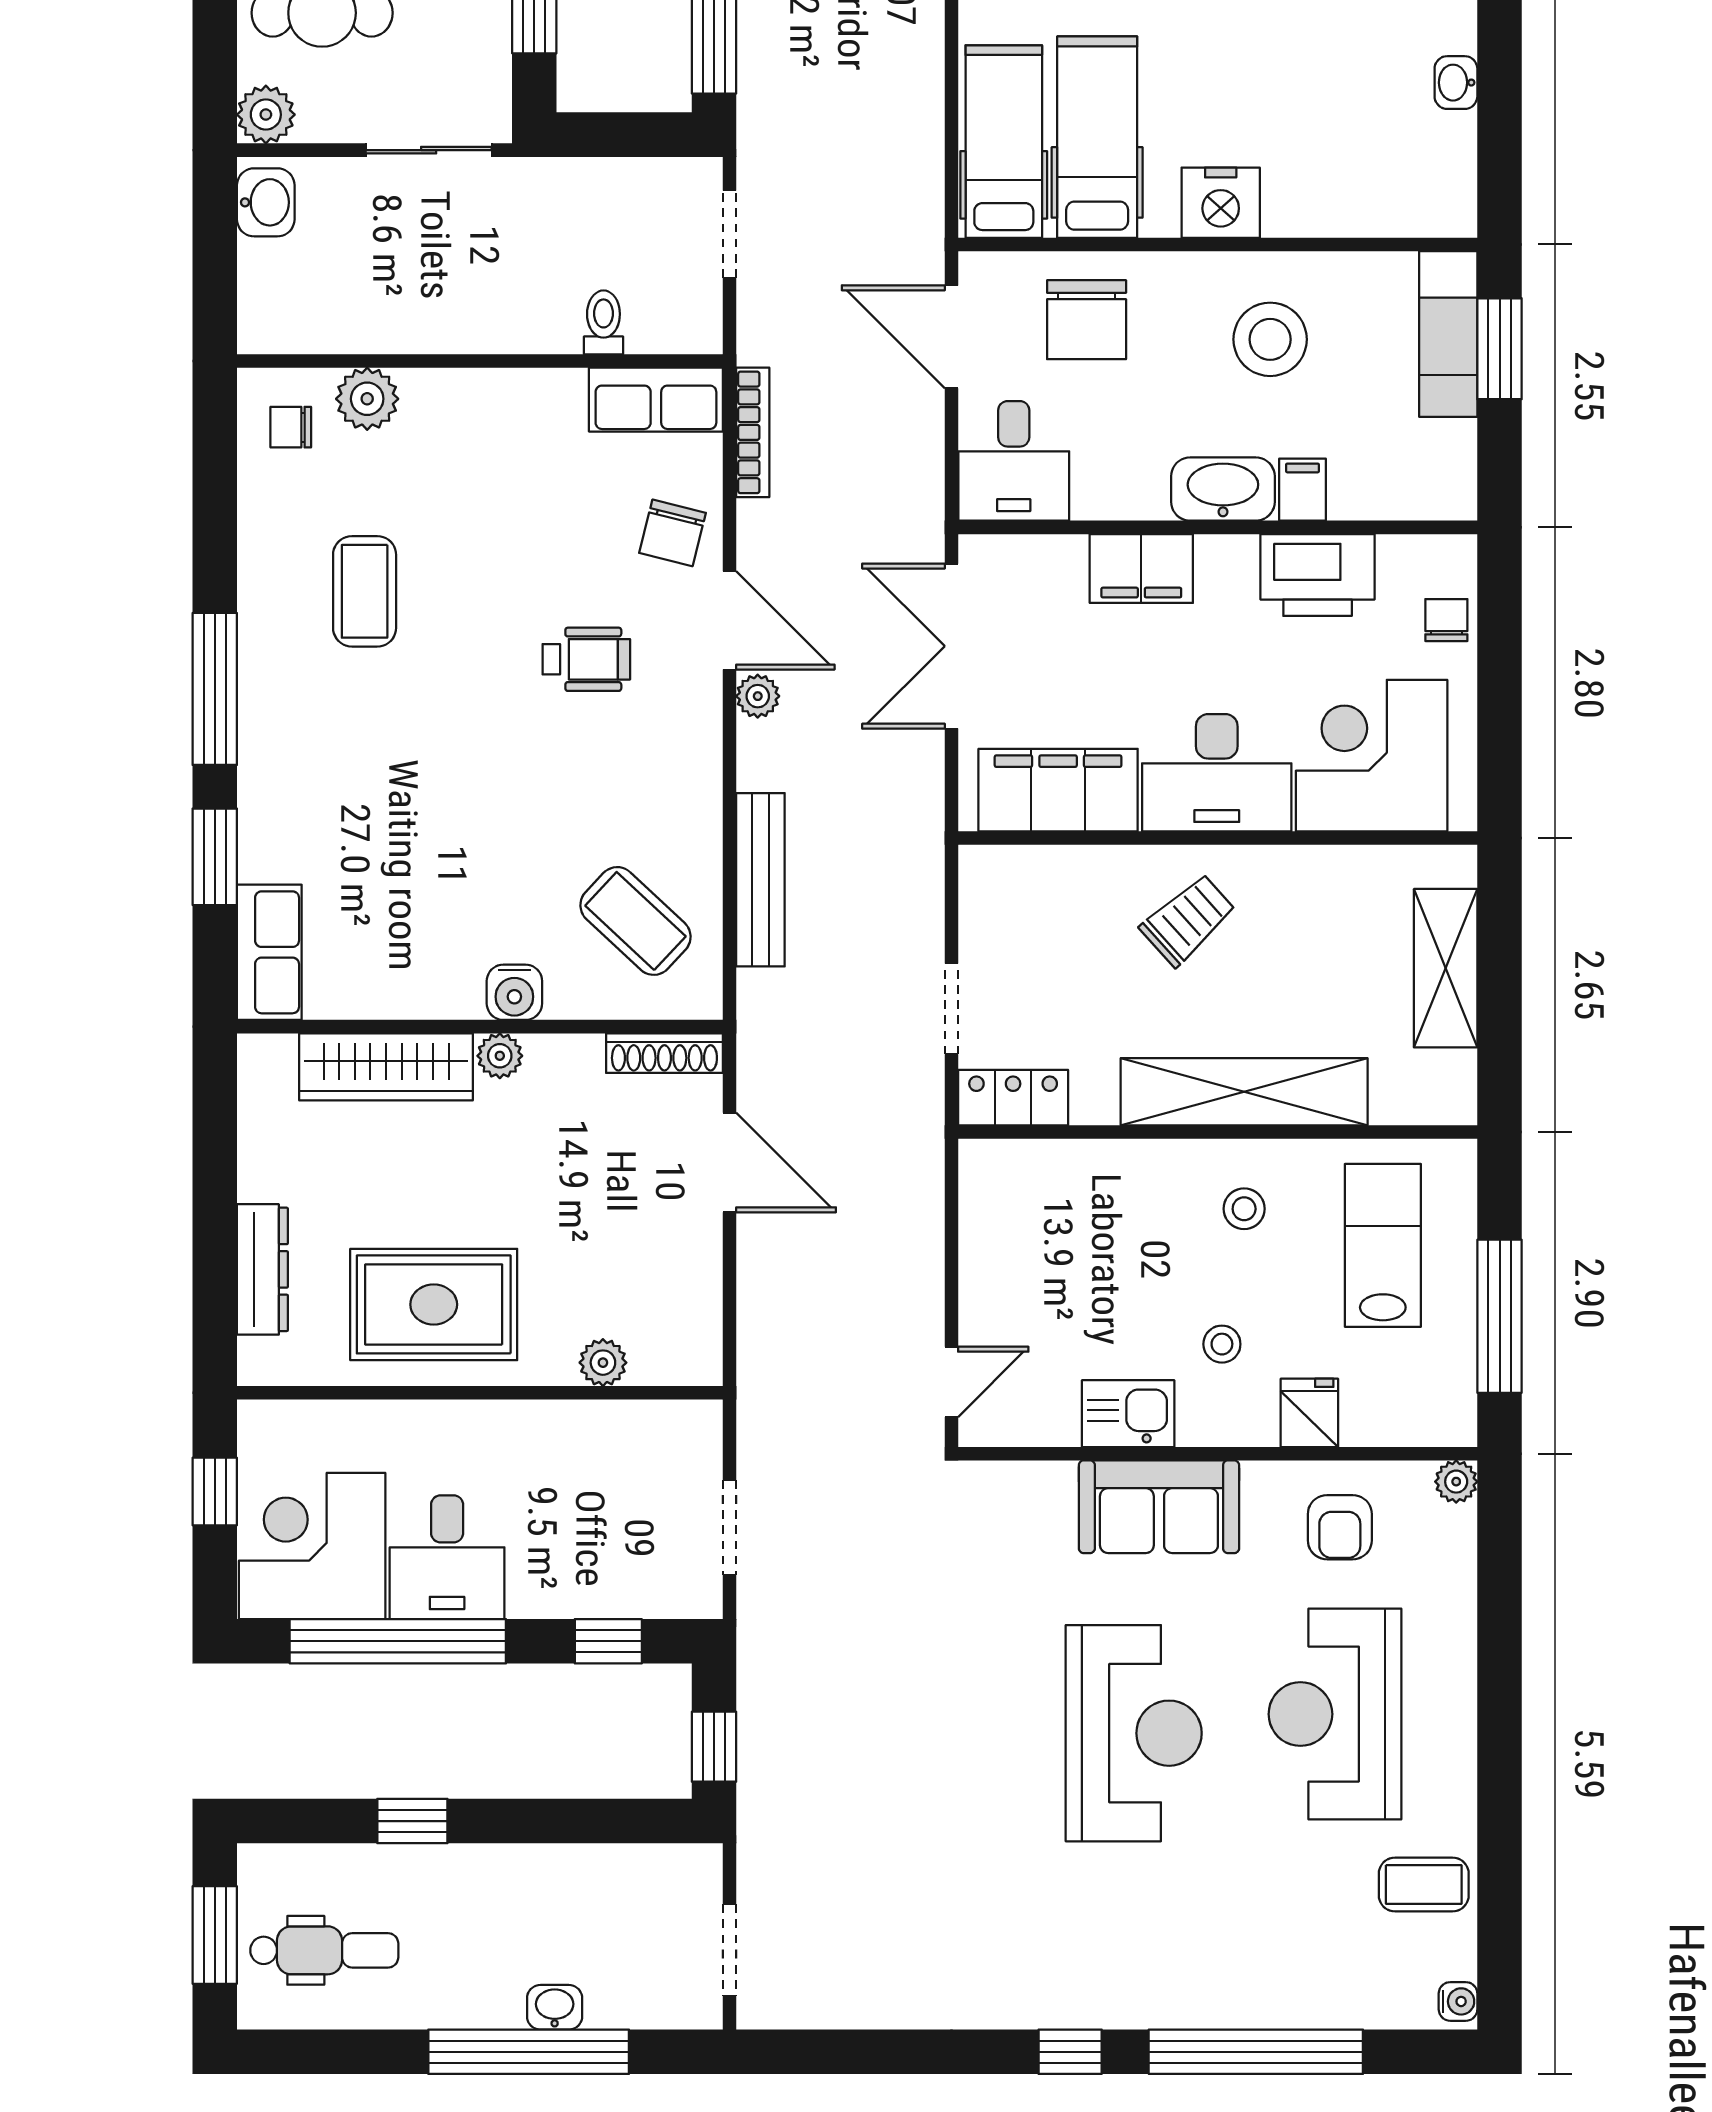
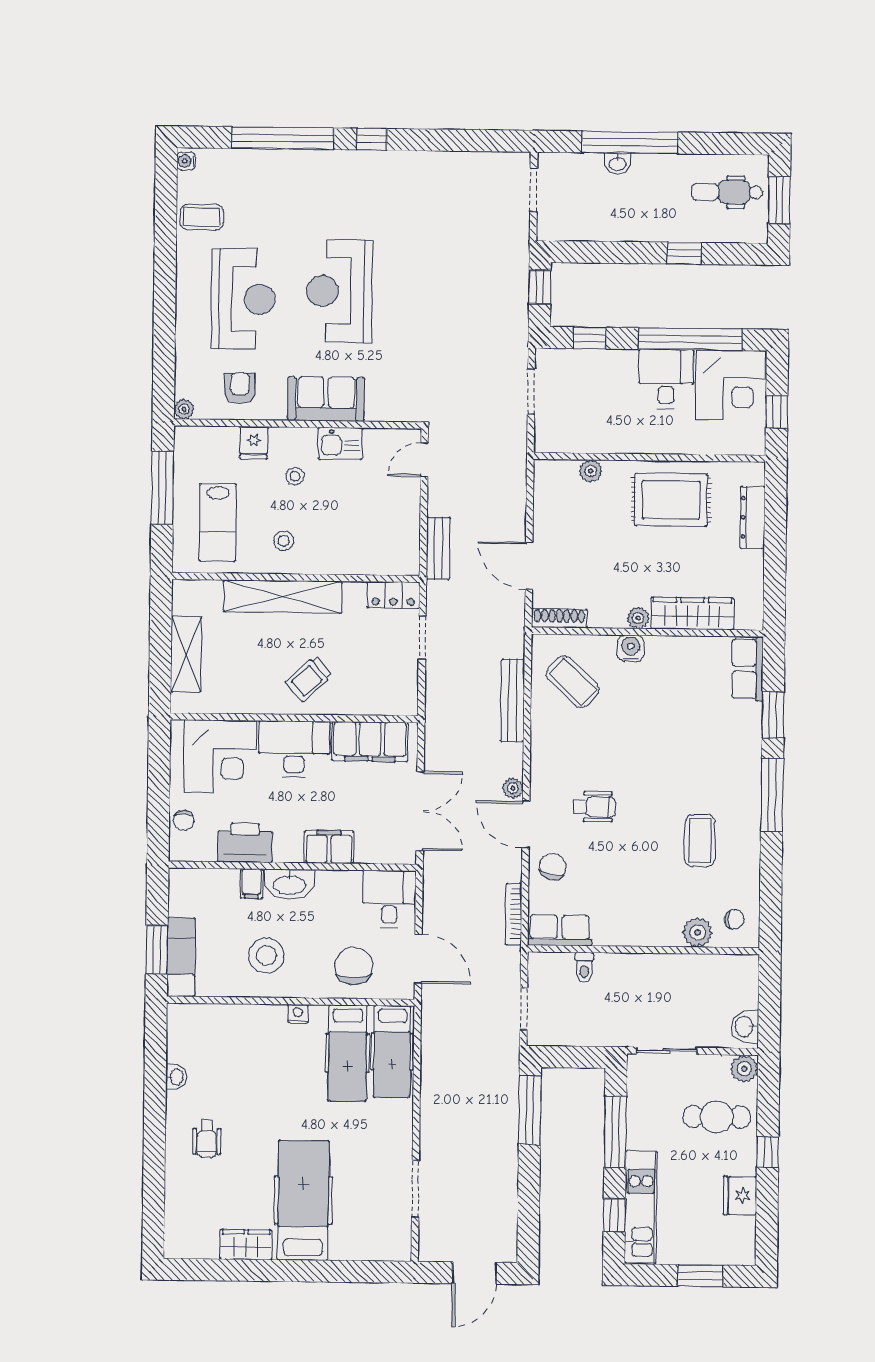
nightstand: (1221, 203) -> (298, 1014), width x0.53, depth x0.56
wheelchair: (586, 659) -> (594, 807), turned 180
bench: (920, 1197) -> (438, 548), added

